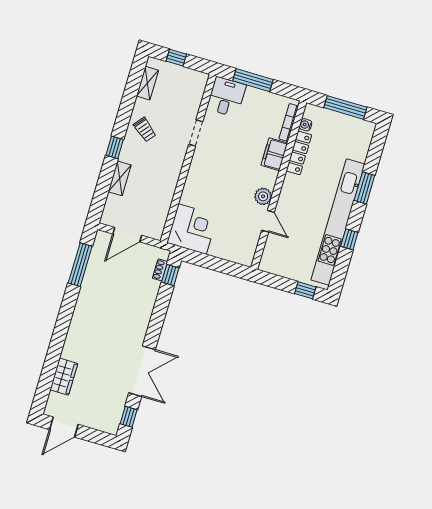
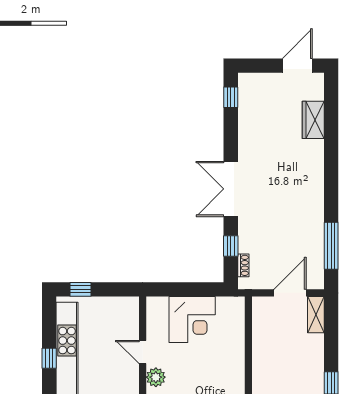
shelving: (120, 178) -> (316, 315), moved
corner desk: (192, 229) -> (192, 320), moved, turned -90
window: (170, 275) -> (231, 246), moved
double door: (142, 371) -> (231, 189), moved

